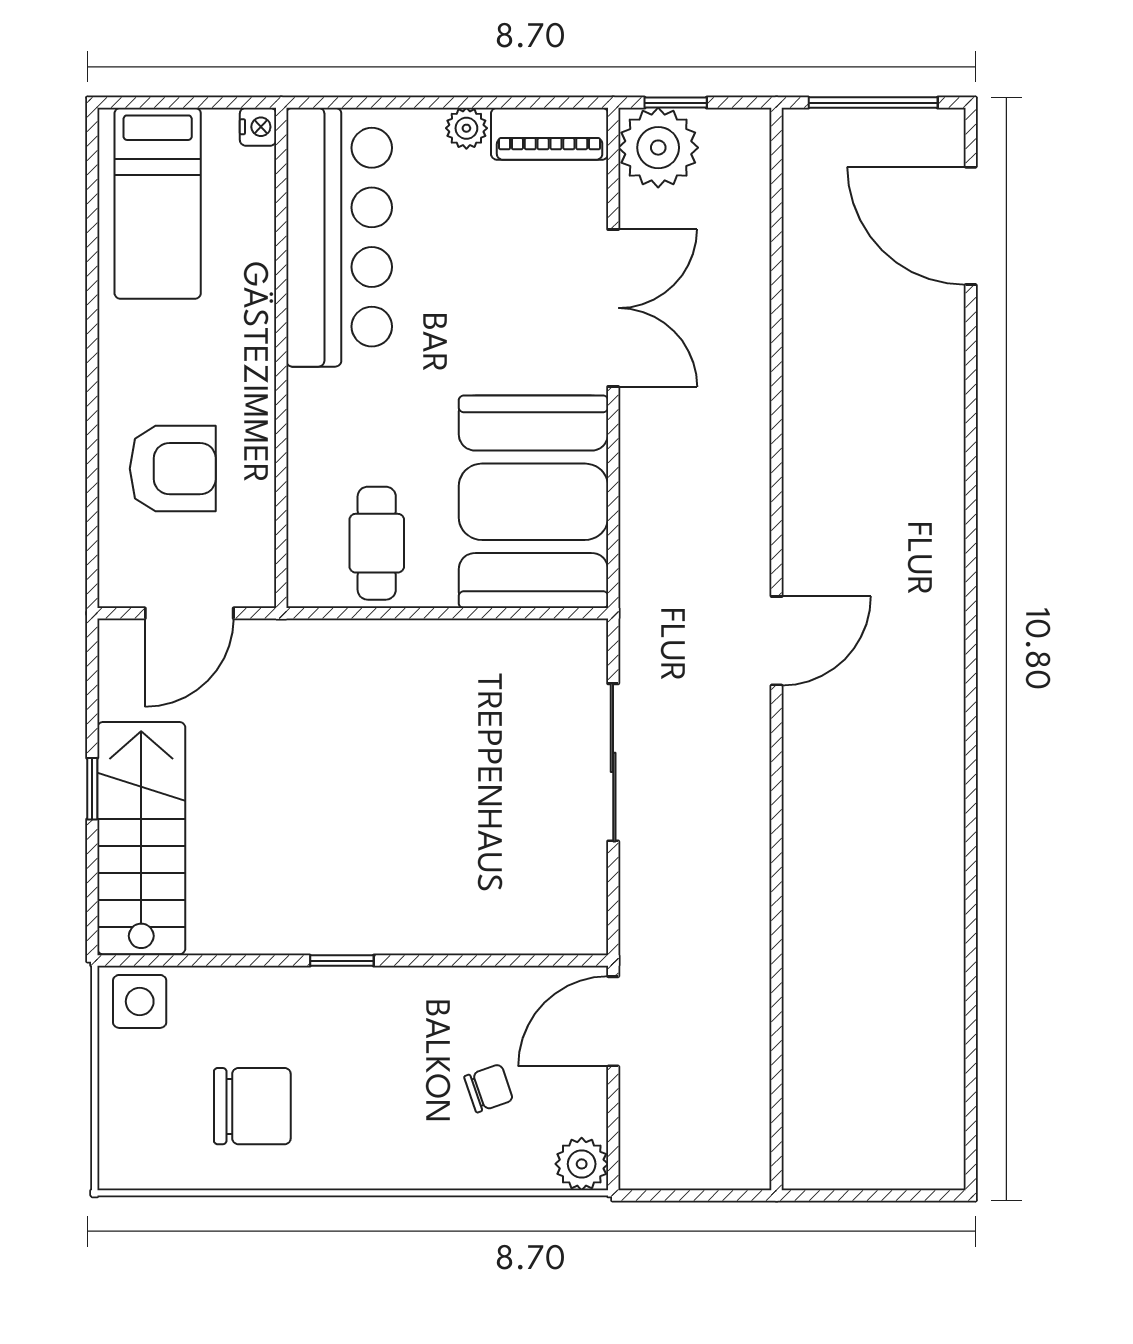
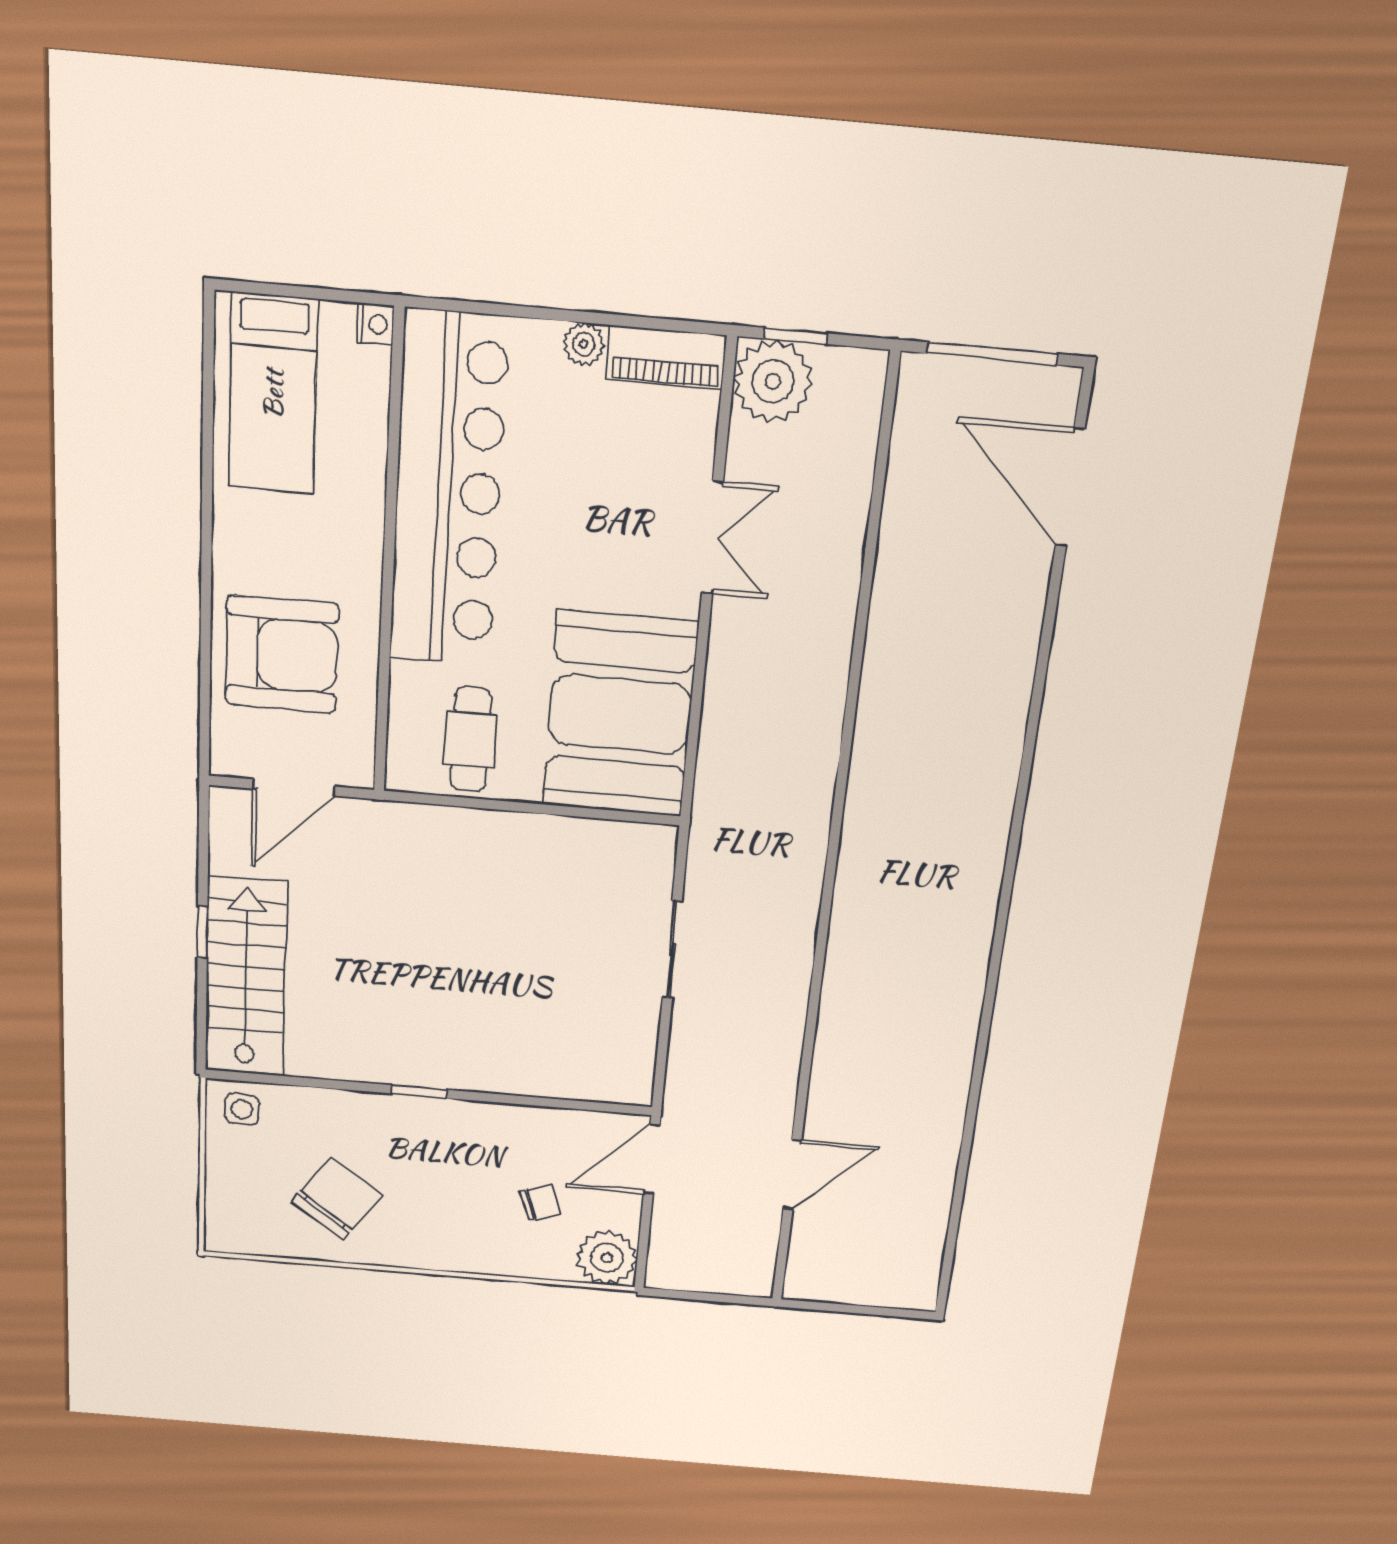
bar counter: (339, 237) -> (448, 491), width x1.36
double door: (613, 308) -> (712, 538), width x0.73
armchair: (173, 469) -> (282, 654), width x1.36, depth x1.36
door: (777, 641) -> (792, 1175), moved
sliding door: (613, 762) -> (672, 950), width x0.73
side table: (140, 1001) -> (242, 1109), width x0.73, depth x0.73
chair: (252, 1106) -> (337, 1199), turned -54
plant: (582, 1164) -> (607, 1258), width x1.36, depth x1.36

